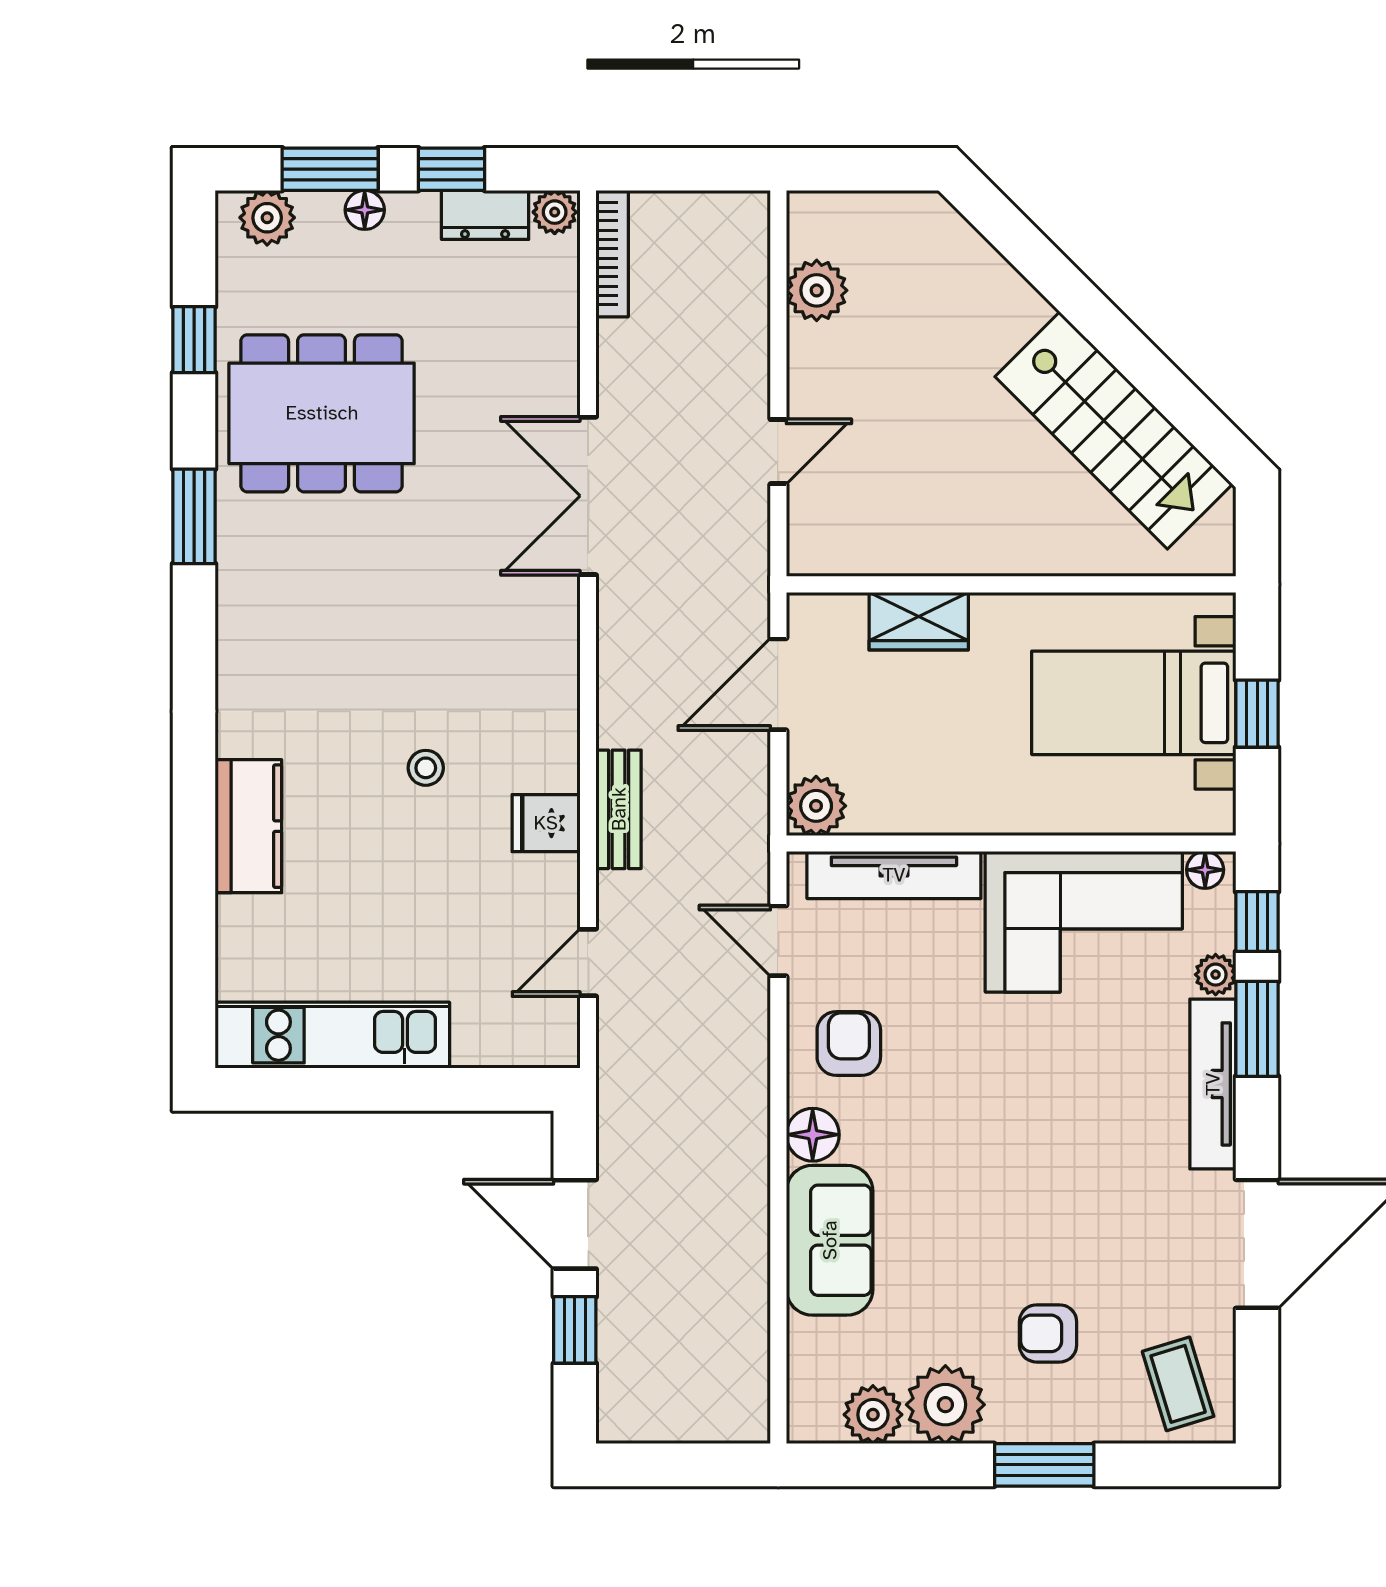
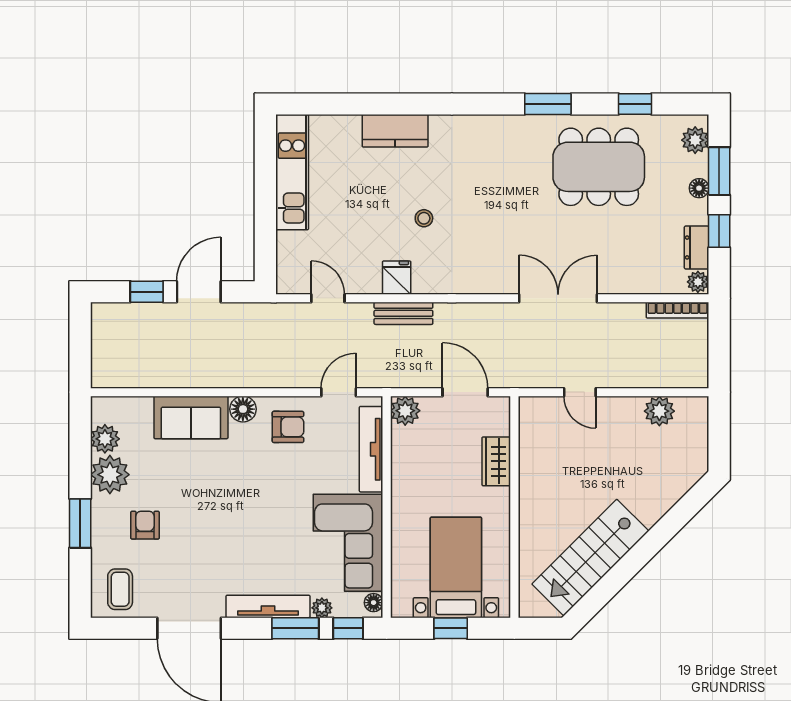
dining table: (322, 413) -> (599, 167), turned 90
coffee table: (1178, 1384) -> (120, 589), turned -73

